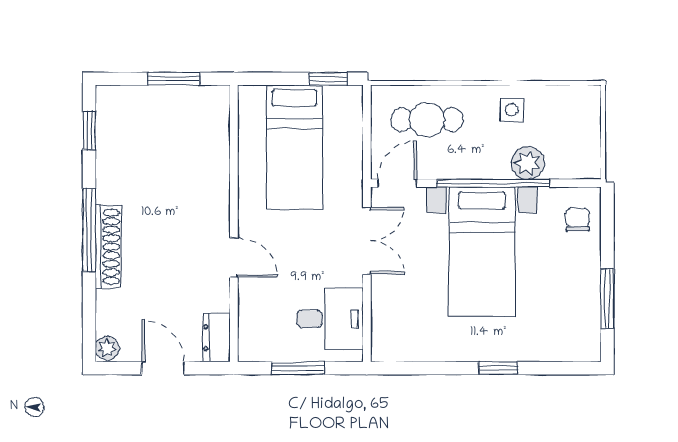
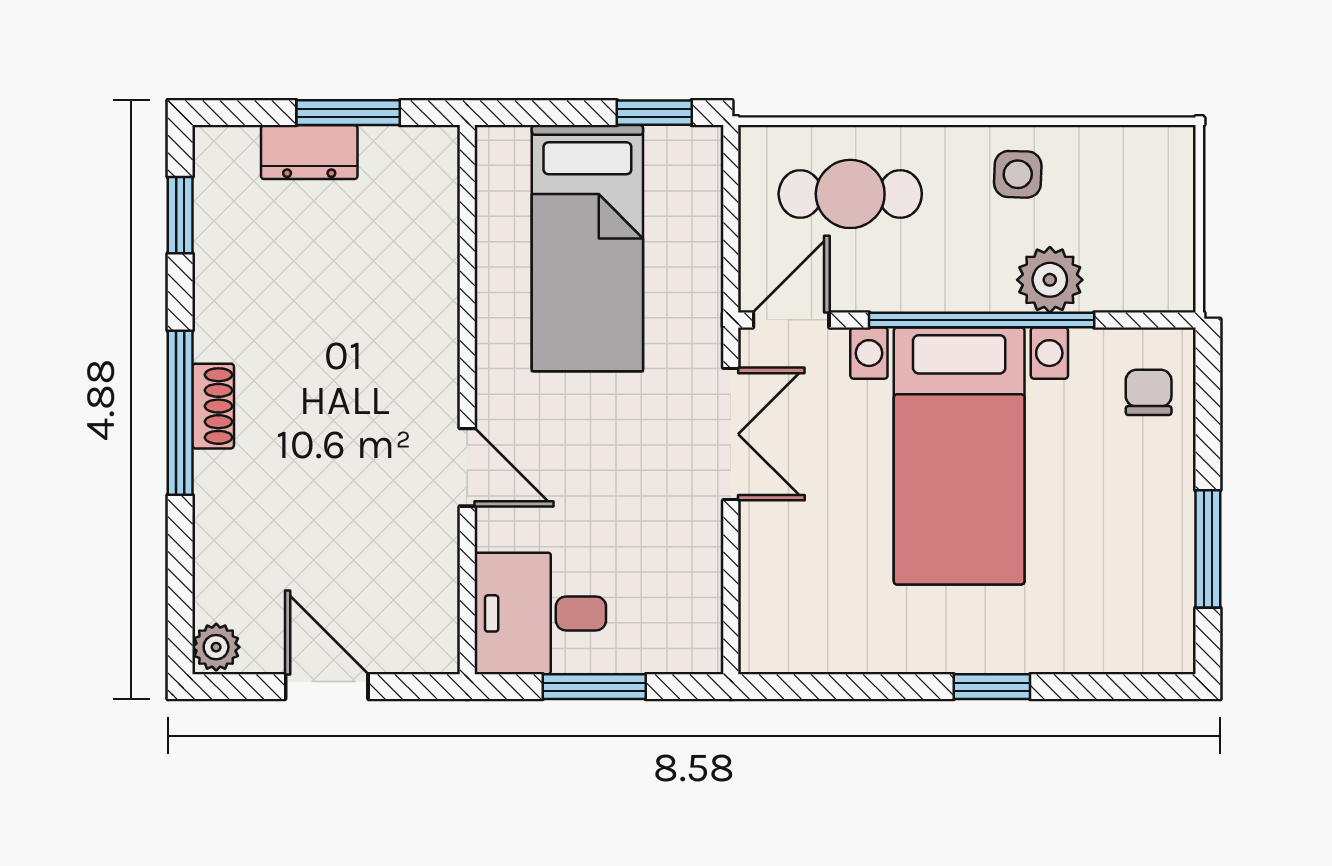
shoe rack: (108, 247) -> (213, 406), width x0.51, depth x0.81
desk: (330, 319) -> (540, 613), moved, turned 180
dresser: (216, 338) -> (309, 152), moved, turned -90

